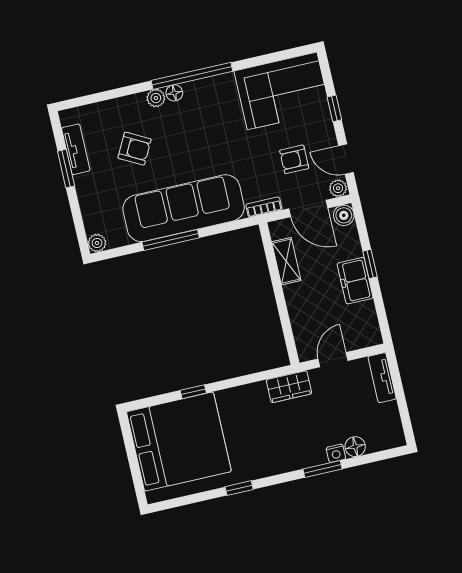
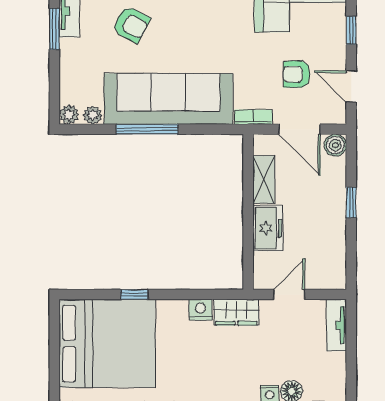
plant: (338, 188) -> (93, 115), moved
freezer: (355, 281) -> (268, 228), moved, turned 180
nightstand: (256, 392) -> (201, 310), added

